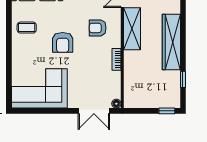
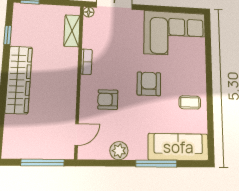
armchair: (98, 28) -> (108, 99), turned 180
shelving: (132, 29) -> (72, 31), moved, width x0.67, depth x0.75

